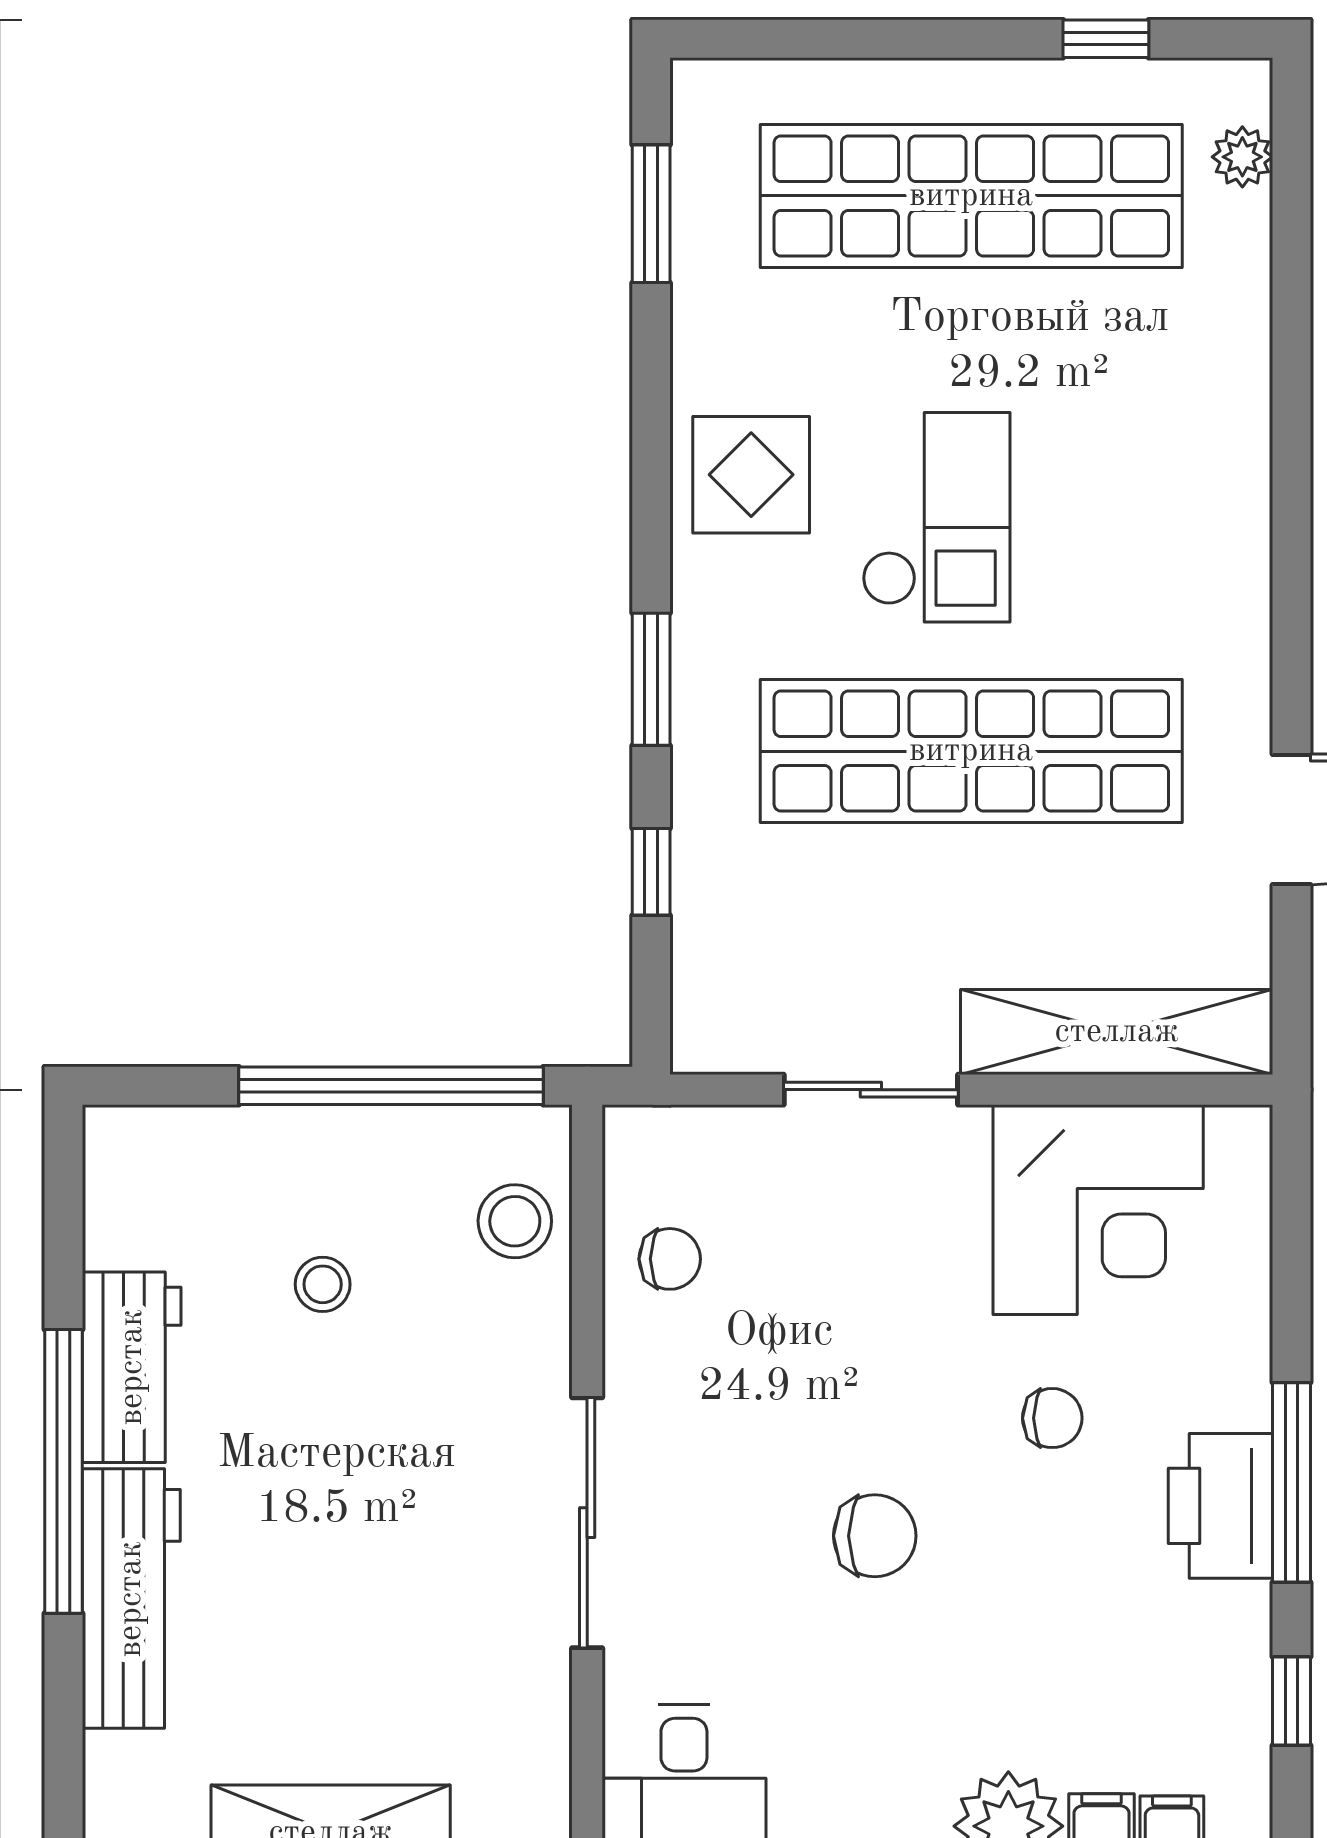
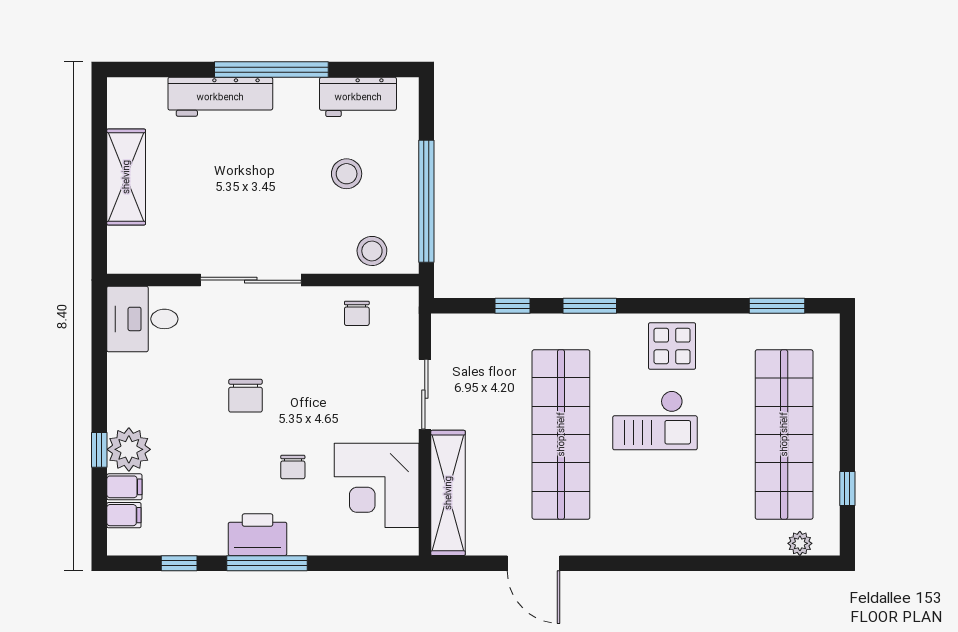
stool: (323, 1284) -> (347, 174), width x1.37, depth x1.37
workbench: (132, 1367) -> (358, 97), moved

